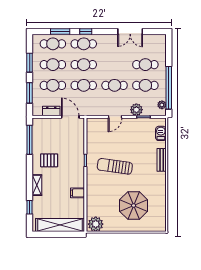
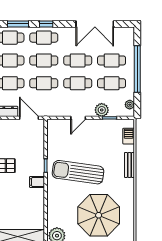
double door: (130, 31) -> (95, 24), width x1.37
cafe table: (115, 65) -> (78, 60), added
window: (169, 88) -> (137, 69), moved
sun lounger: (115, 166) -> (78, 172), width x1.36, depth x1.34
filing cabinet: (78, 193) -> (37, 182), moved
parasol: (134, 205) -> (99, 215), width x1.36, depth x1.36

